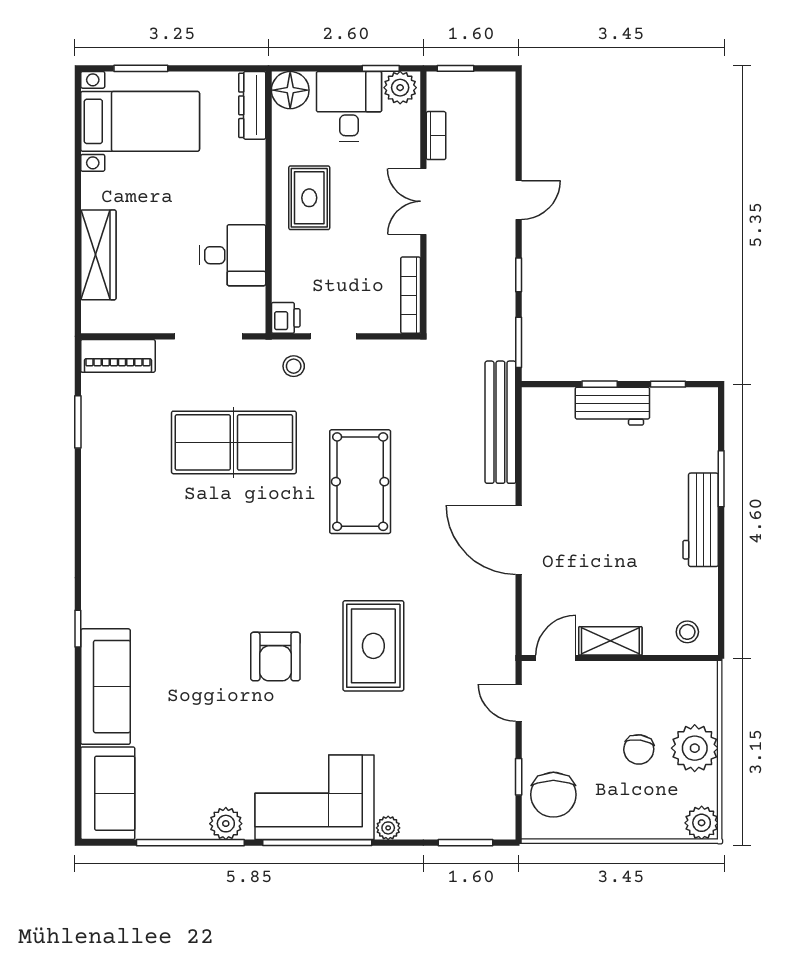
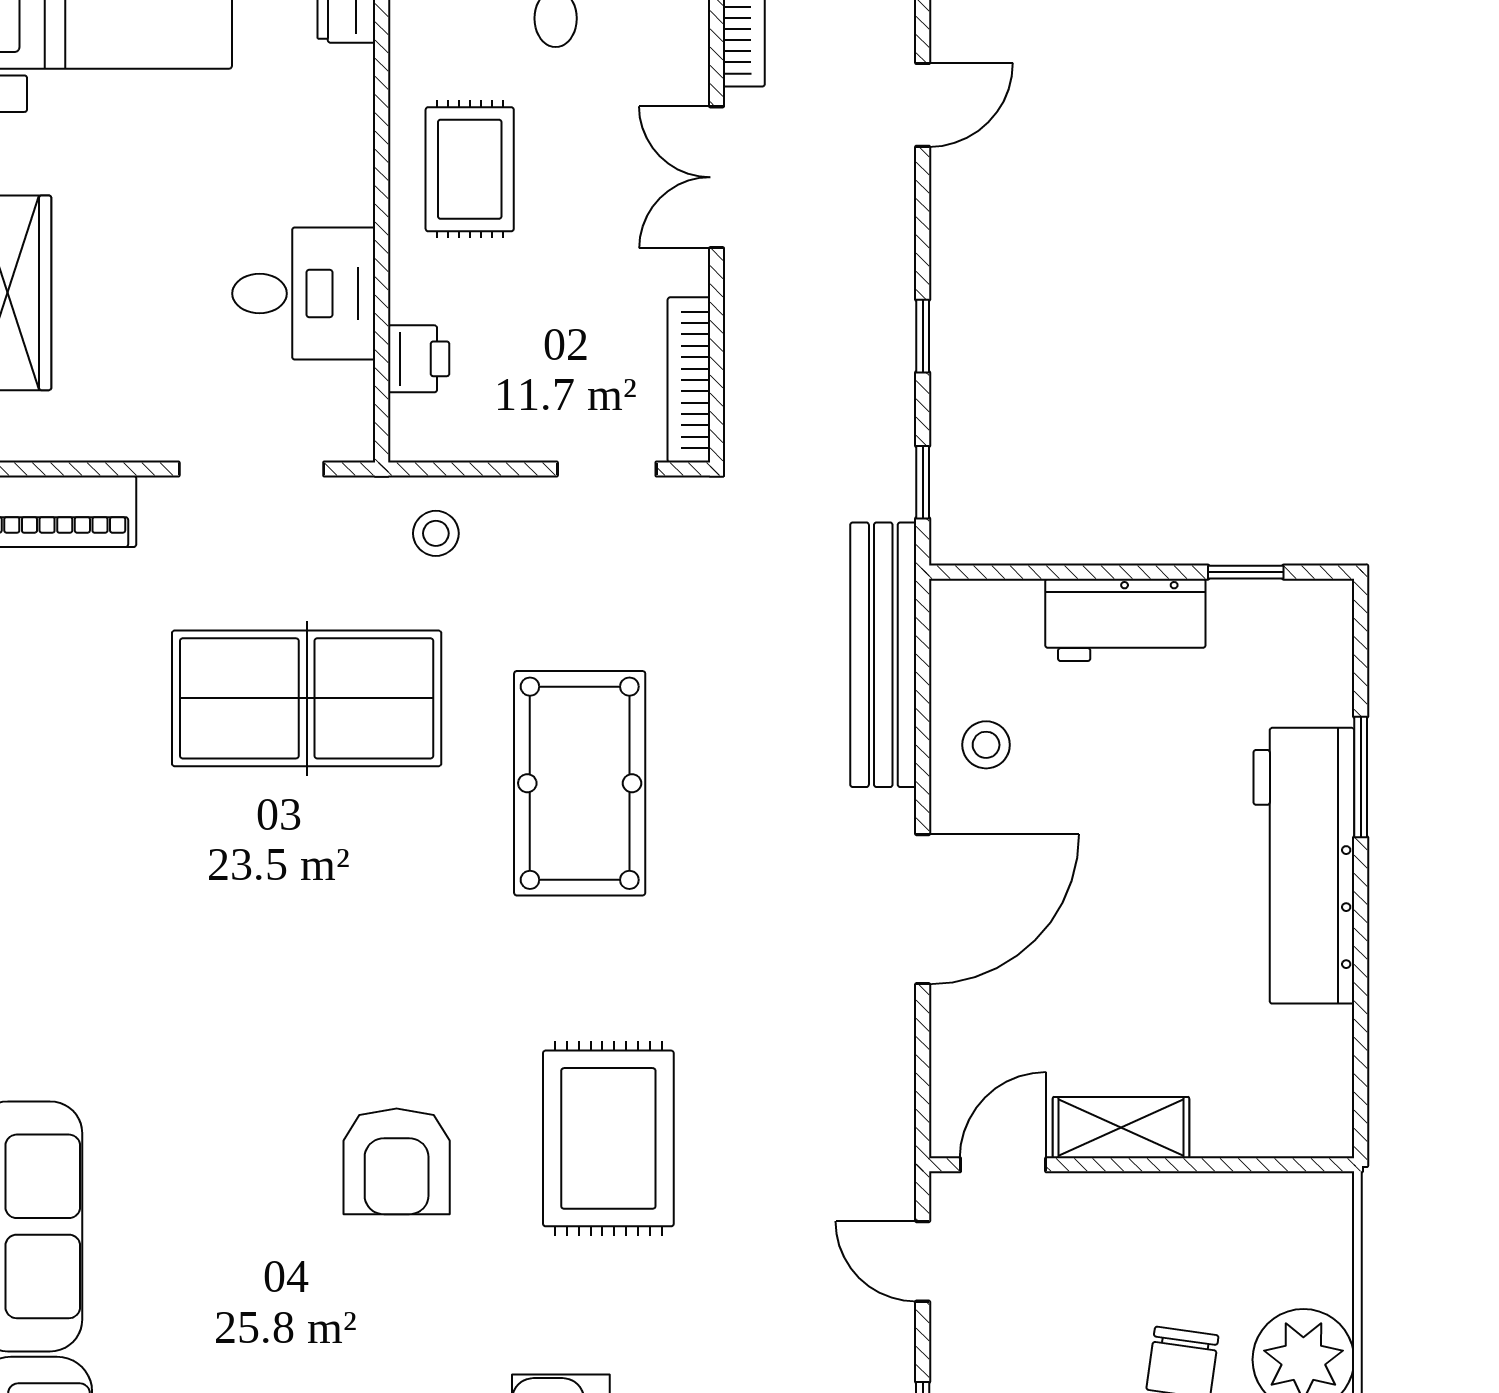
door: (519, 200) -> (923, 105), moved
printer: (286, 318) -> (419, 359), moved
doorway: (333, 336) -> (607, 469), moved
window: (519, 342) -> (923, 482), width x0.67
window: (600, 384) -> (1098, 572), removed
workbench: (701, 520) -> (1304, 866), width x1.36, depth x1.32
door: (519, 540) -> (923, 909), swing flipped
stool: (687, 632) -> (986, 745), moved

